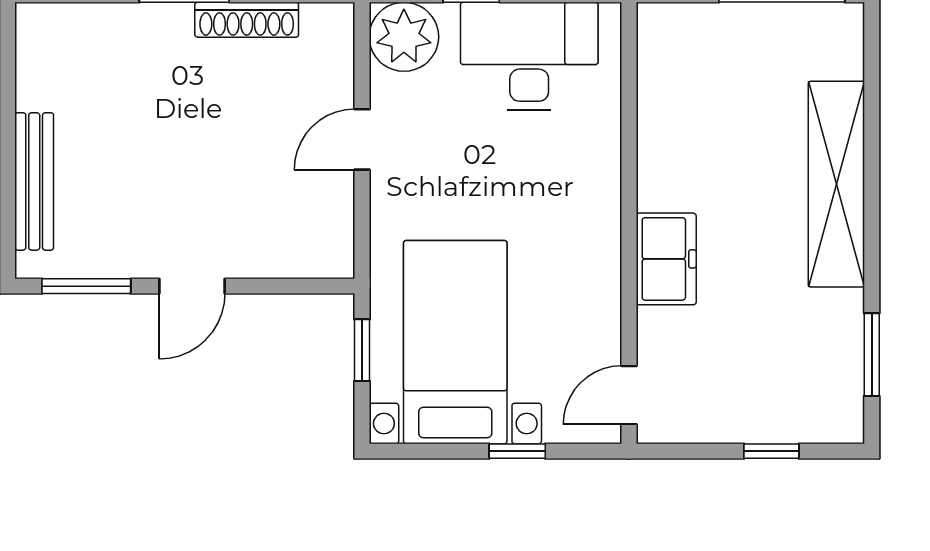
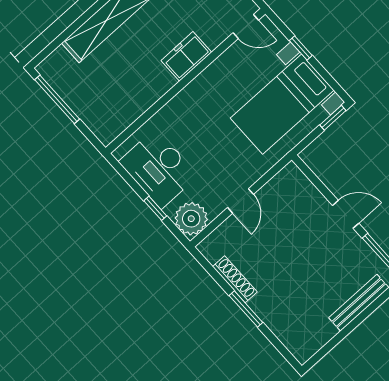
door: (362, 139) -> (240, 201), hinge flipped
window: (362, 350) -> (333, 118), moved

